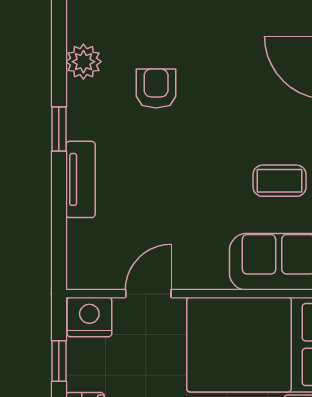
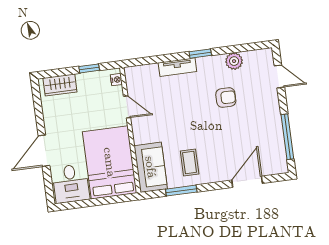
nightstand: (89, 317) -> (116, 80), width x0.53, depth x0.56

